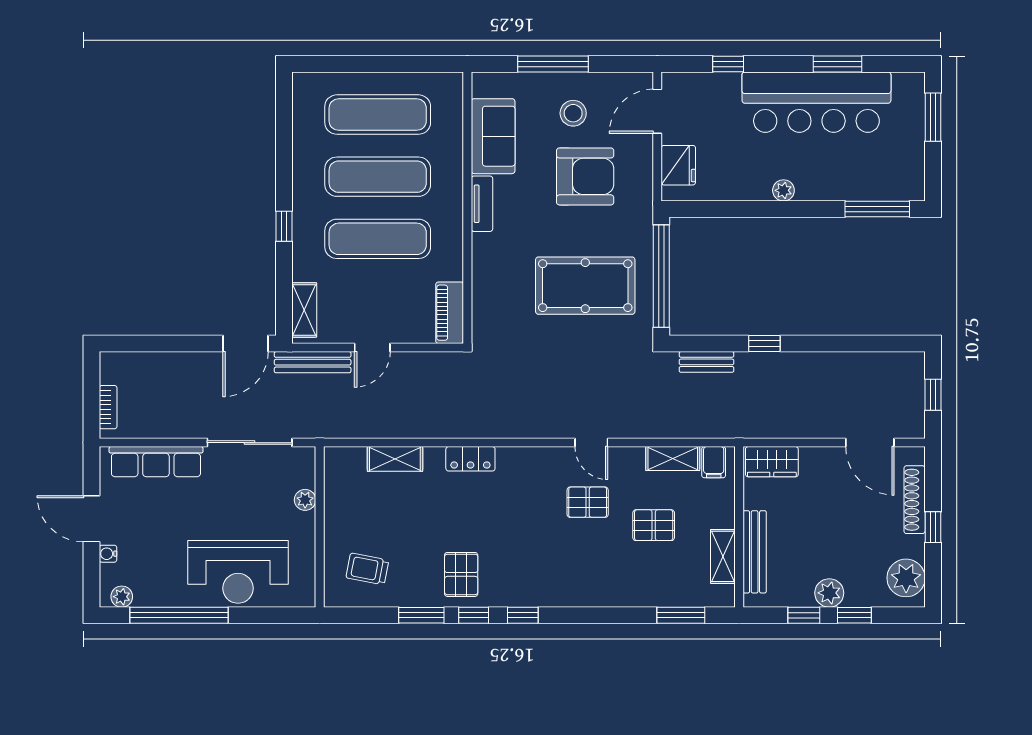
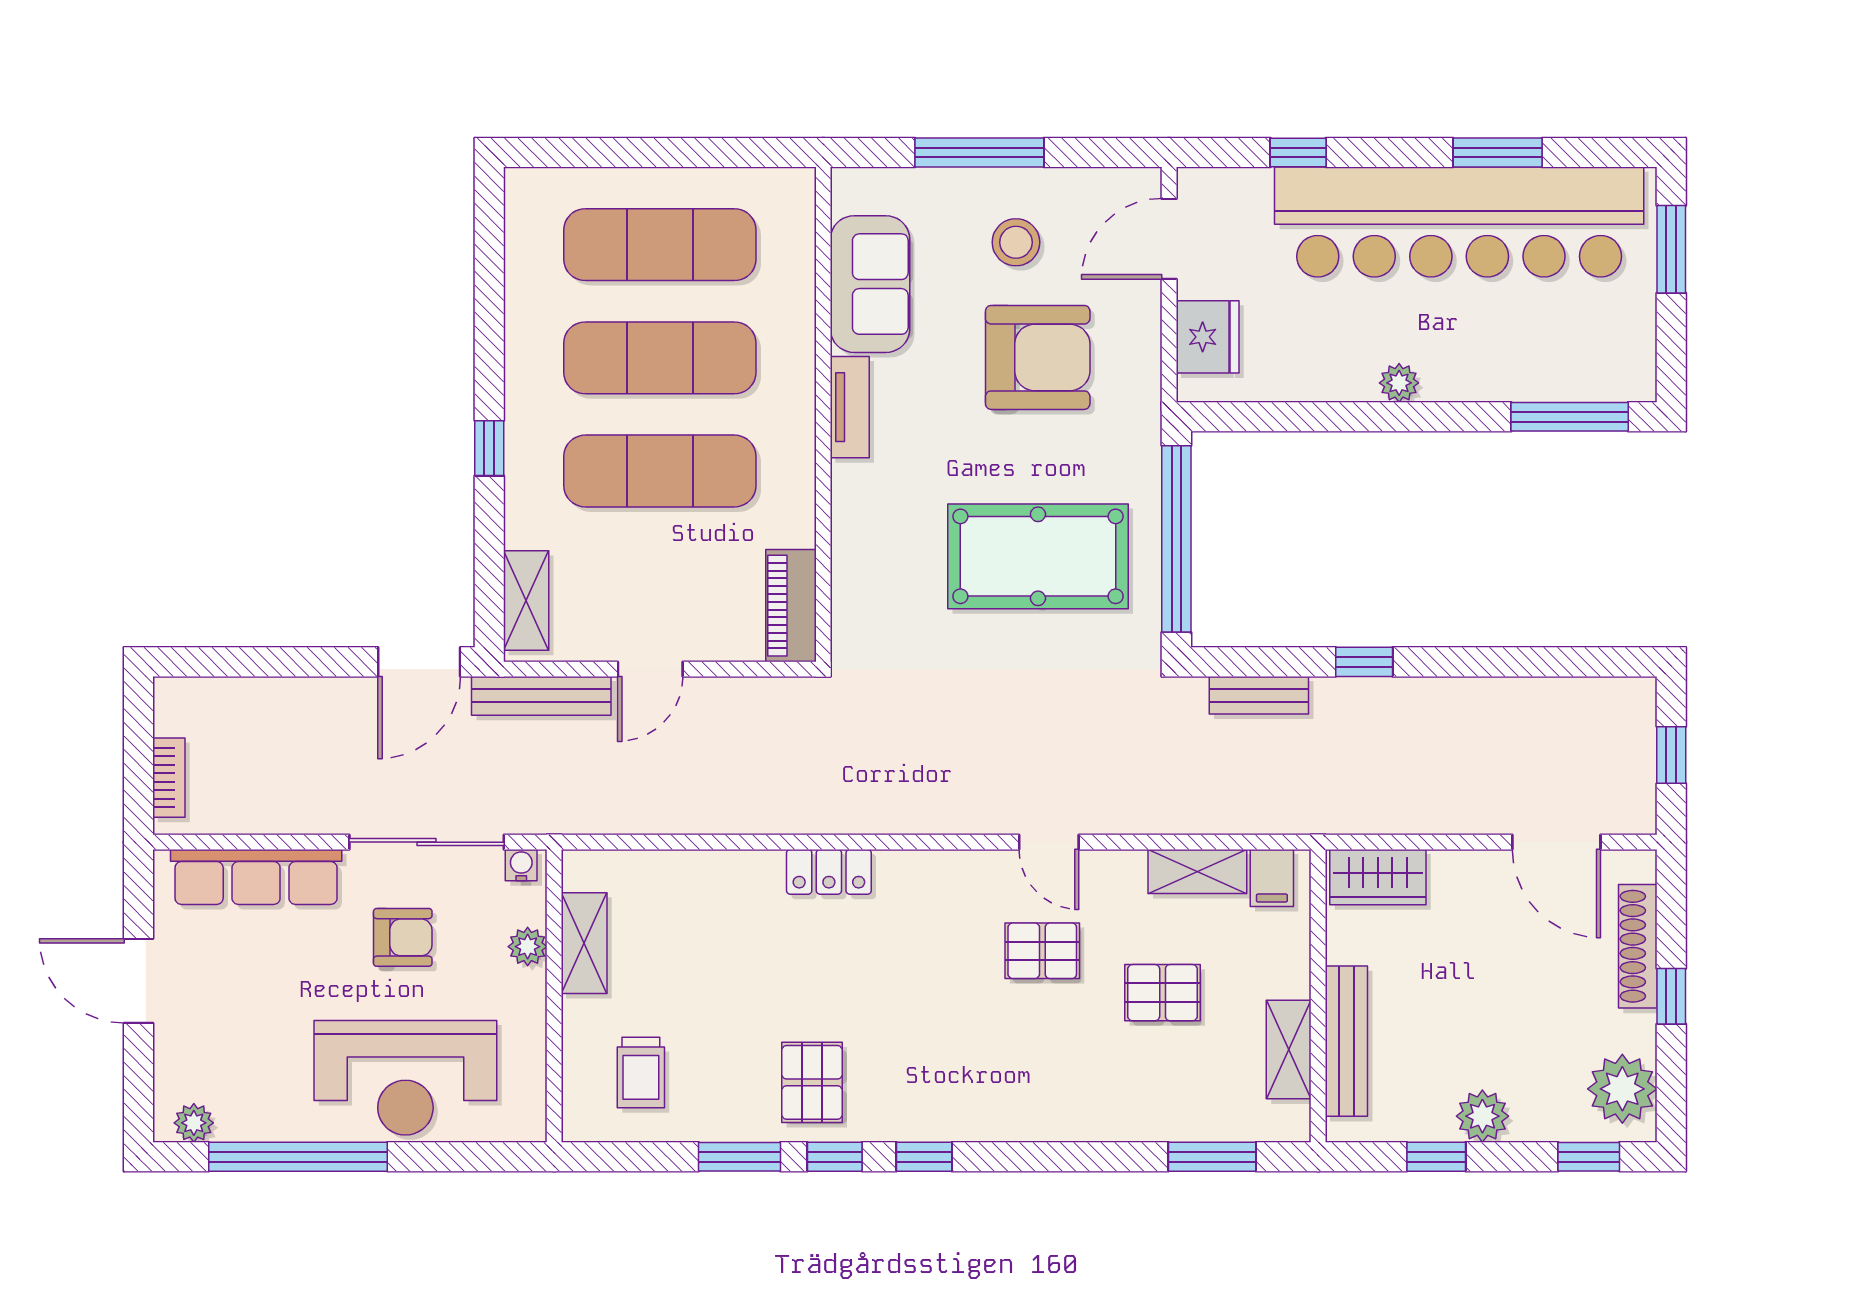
bar counter: (816, 102) -> (1459, 222), width x1.36
shelving: (395, 459) -> (584, 943), moved, turned 90
armchair: (237, 495) -> (403, 937), added
water cooler: (108, 554) -> (521, 865), moved, turned 90
trolley: (367, 569) -> (641, 1072), turned -101
window: (854, 615) -> (1589, 1157), moved

